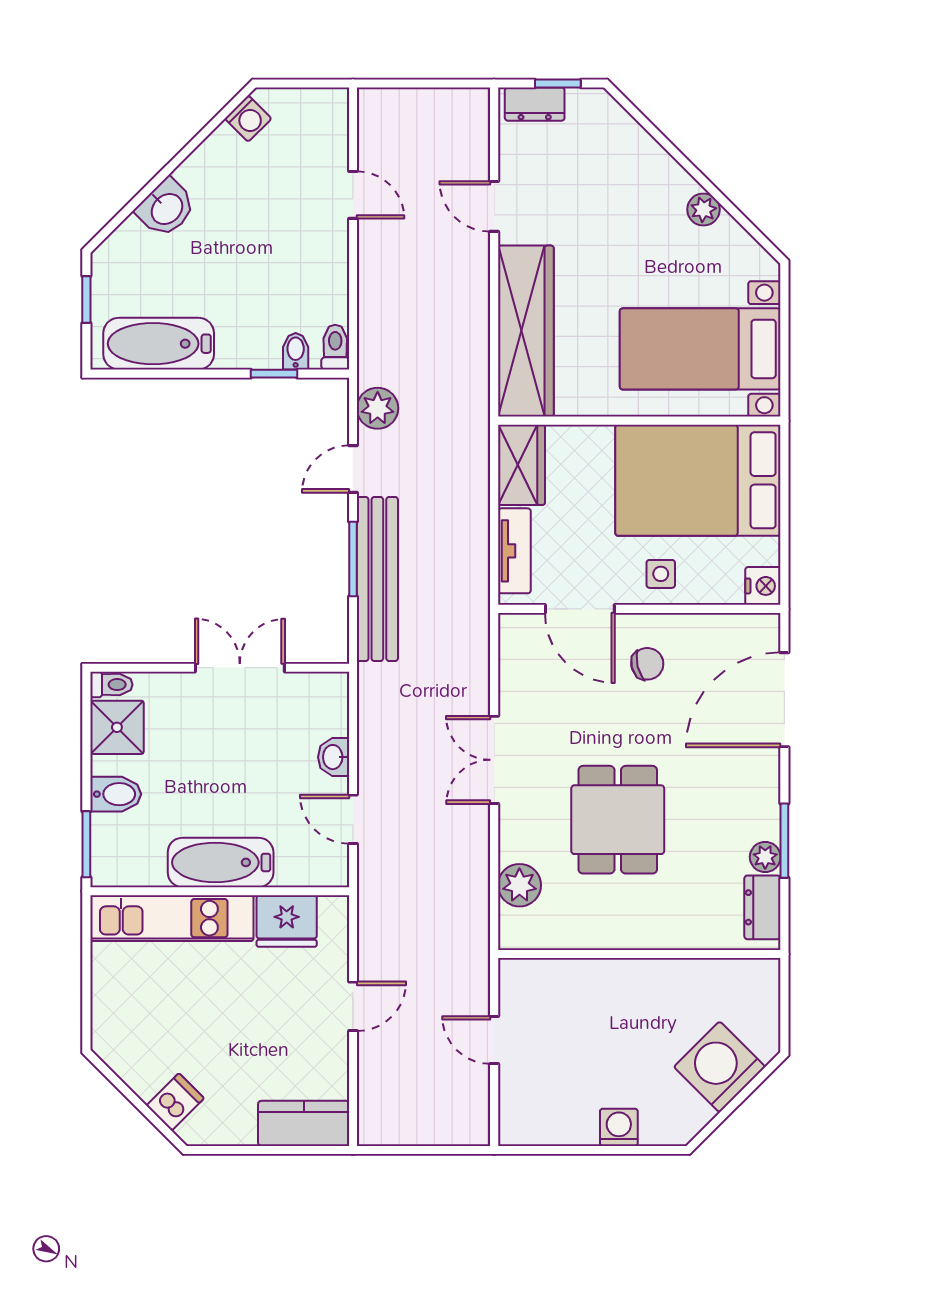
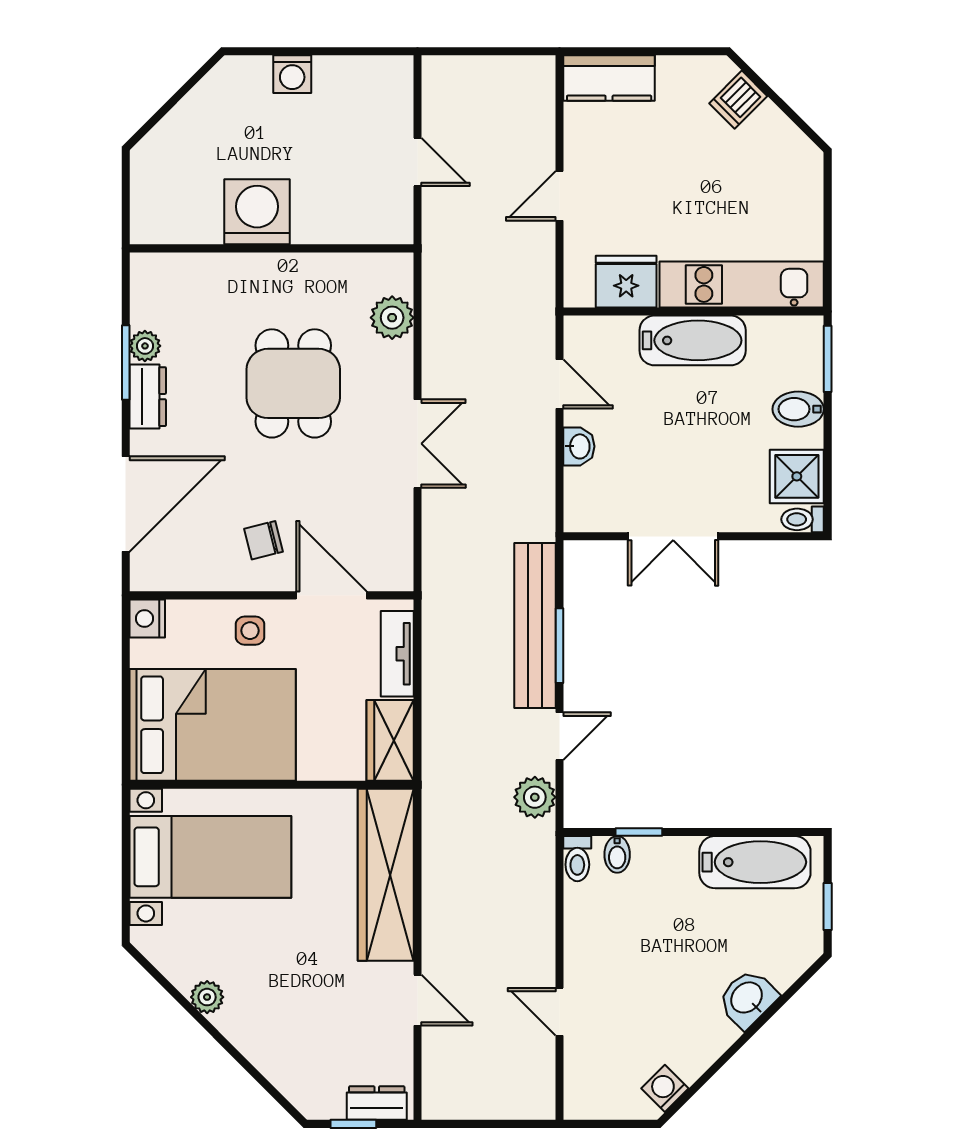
dresser: (762, 907) -> (148, 397), moved
washing machine: (720, 1067) -> (257, 212), moved, turned -135

